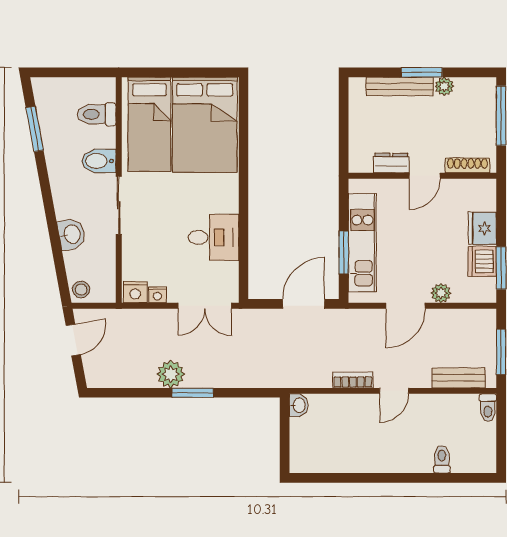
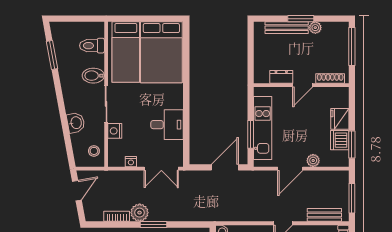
stool: (81, 290) -> (94, 151), moved
nightstand: (135, 292) -> (115, 131), moved, turned 90
bookcase: (353, 380) -> (117, 216), moved

